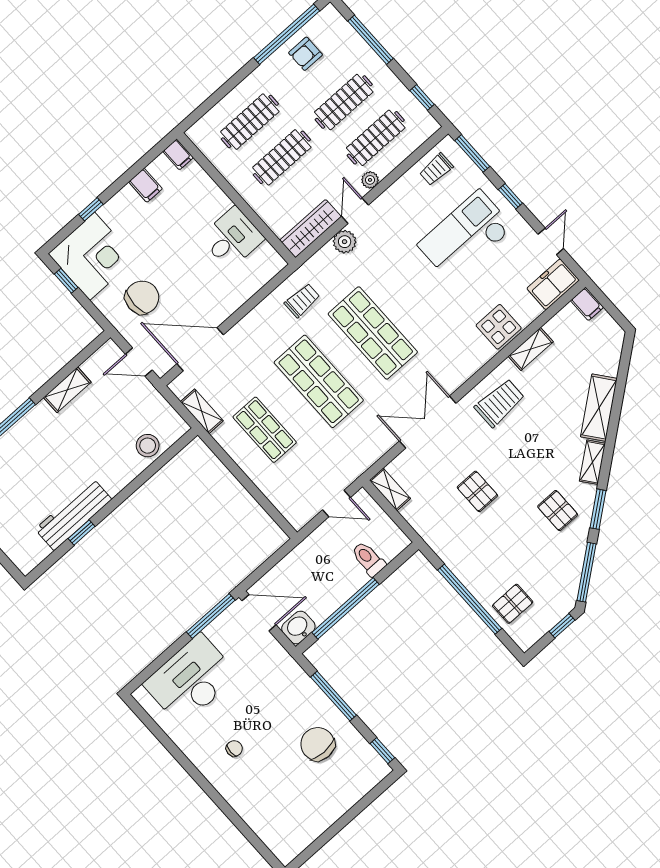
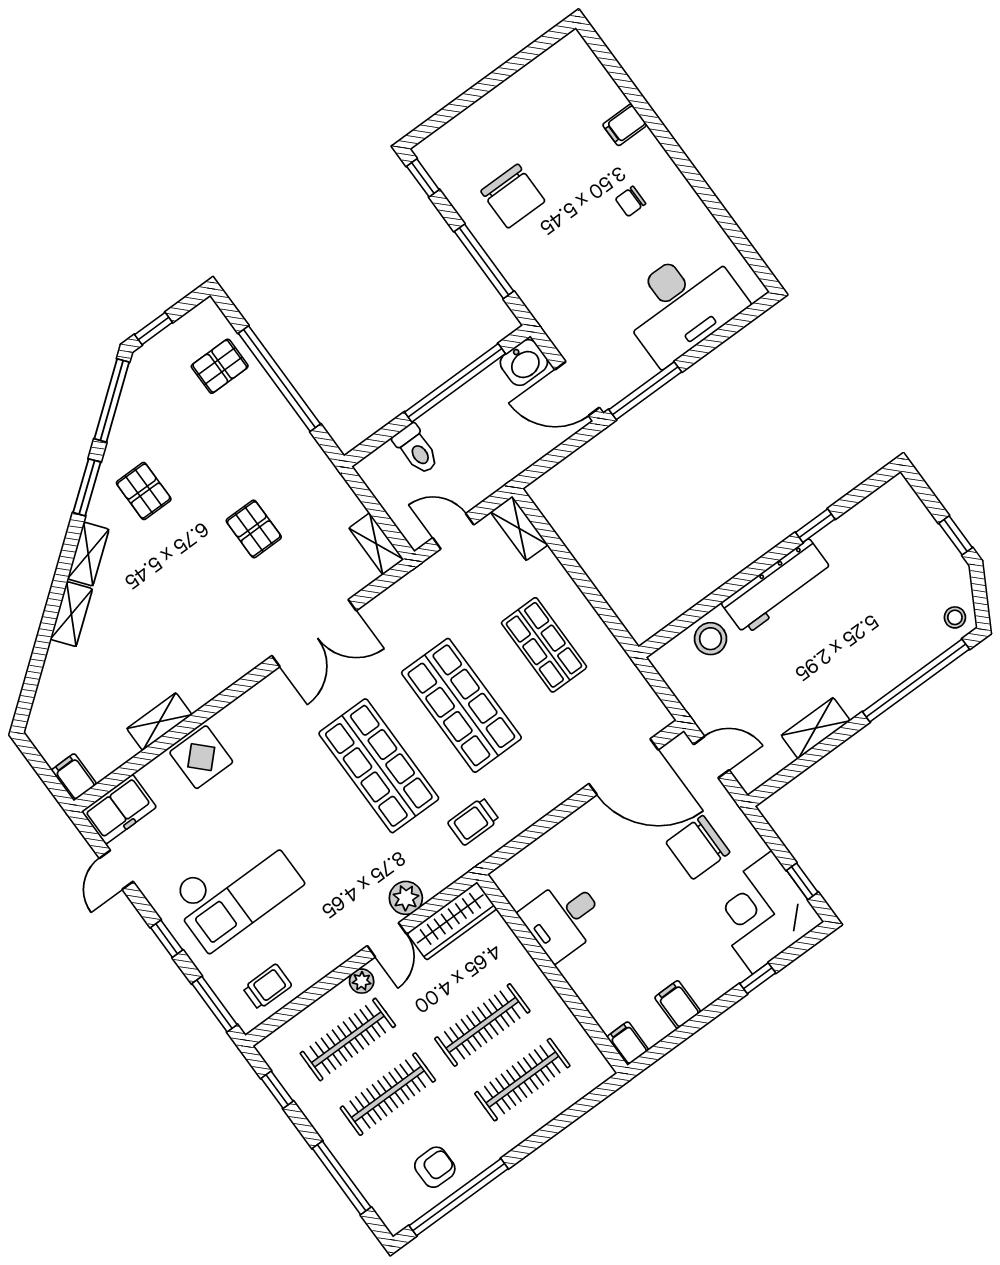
trolley: (499, 403) -> (211, 650), removed
shelving: (599, 408) -> (71, 614), width x0.67, depth x0.75
shelving: (202, 411) -> (519, 528), moved
workbench: (73, 514) -> (777, 587), moved
filing cabinet: (244, 802) -> (625, 125), added

